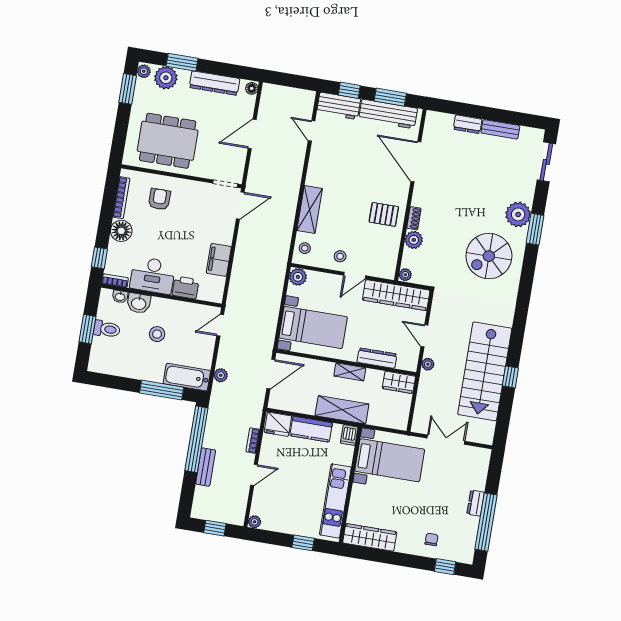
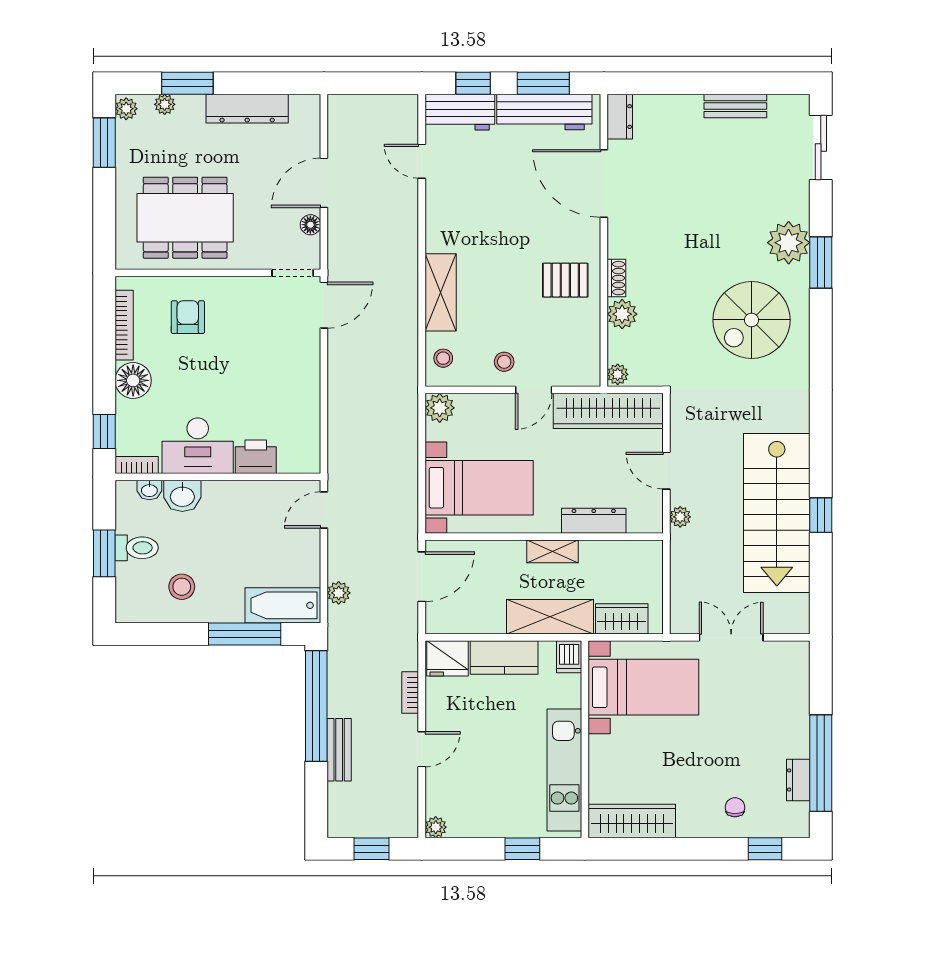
plant: (166, 78) -> (165, 104), width x0.53, depth x0.53
floor lamp: (252, 88) -> (310, 225), moved
dresser: (468, 124) -> (620, 117), moved, turned -90
filing cabinet: (219, 260) -> (303, 402), removed
stool: (157, 334) -> (182, 587), moved
wardrobe: (399, 382) -> (622, 619), moved, turned 180
dresser: (476, 503) -> (798, 780), moved

